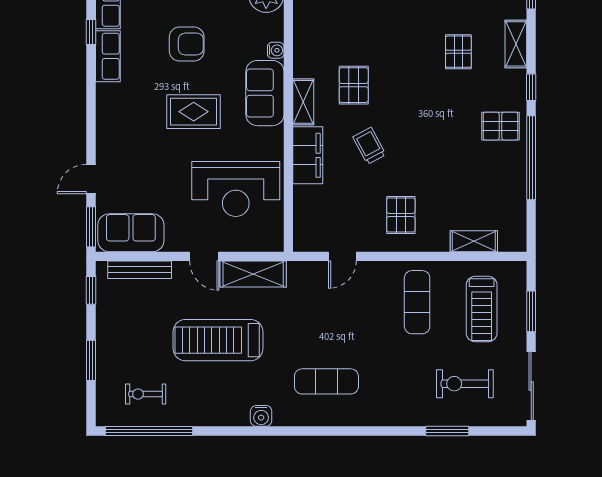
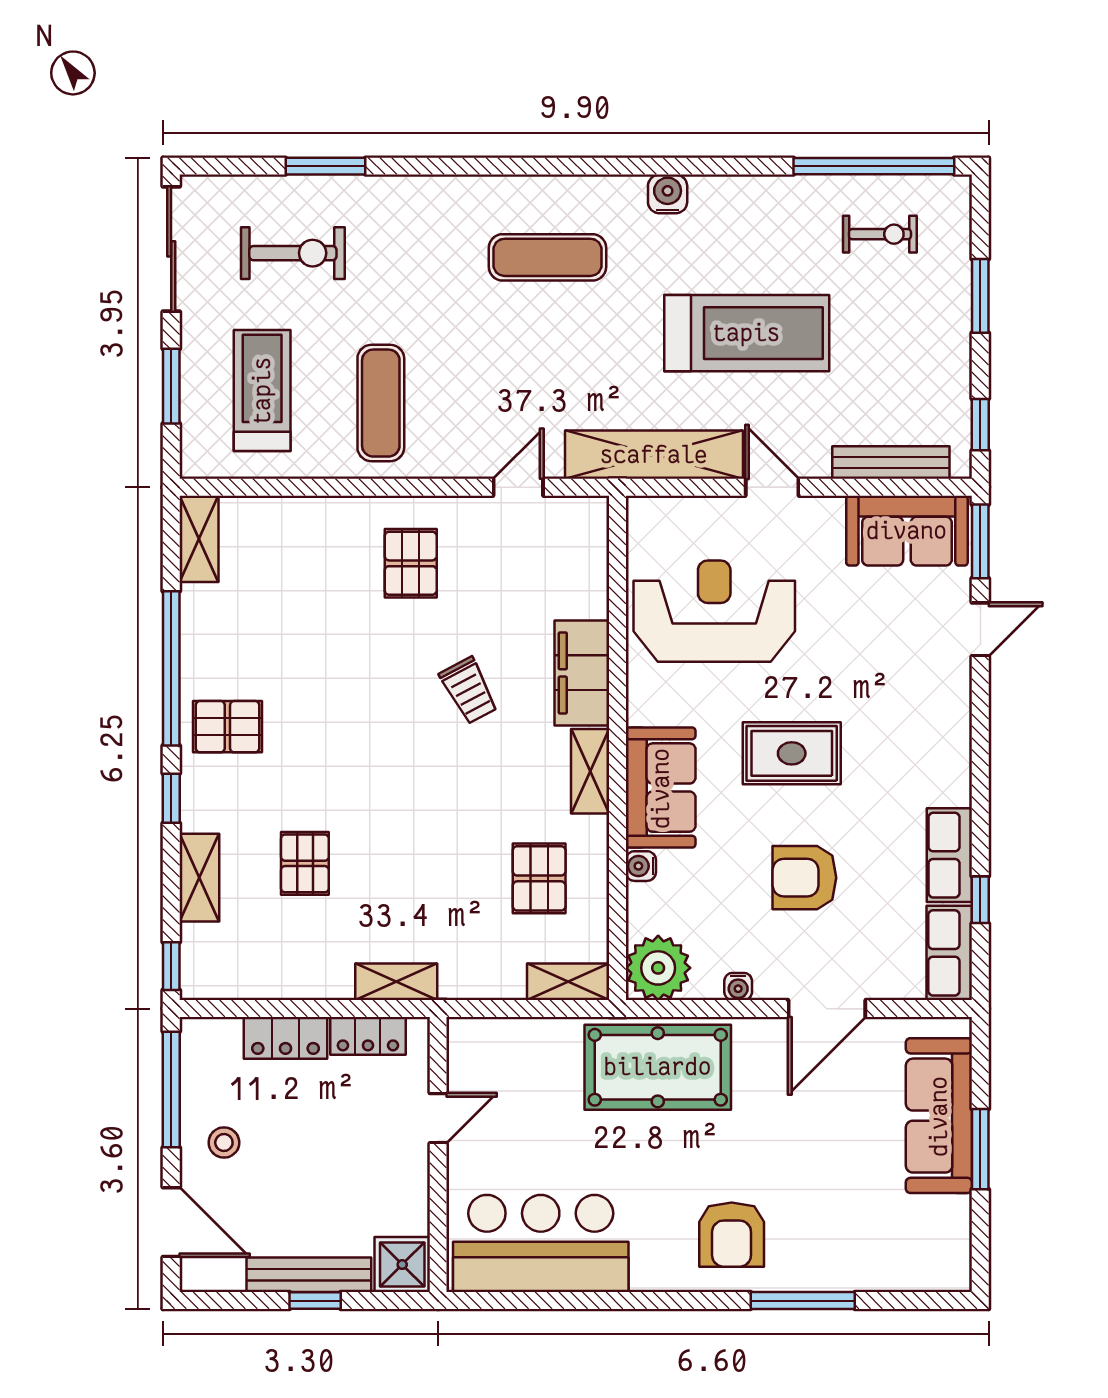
pallet: (354, 85) -> (539, 878), moved
shelving: (474, 241) -> (199, 539), moved, turned 90
shelving: (253, 274) -> (654, 455), width x1.47

